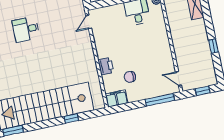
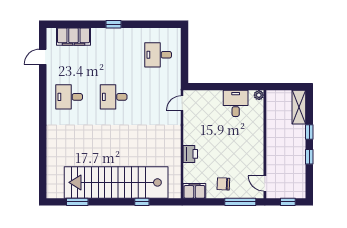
window: (209, 24) -> (309, 132), added
chair: (130, 77) -> (223, 184), moved

